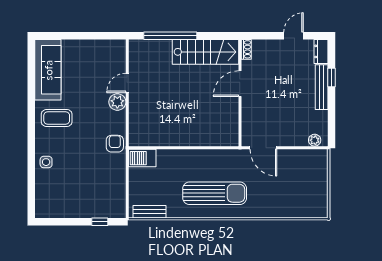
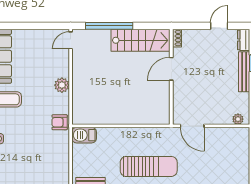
door: (127, 83) -> (71, 40), moved
armchair: (115, 144) -> (60, 122), turned -90

